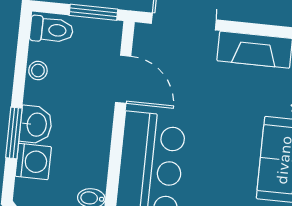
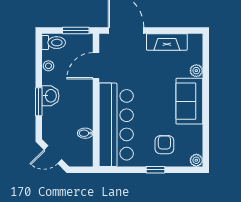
door: (123, 79) -> (96, 66), swing flipped
washing machine: (33, 161) -> (51, 116), removed

